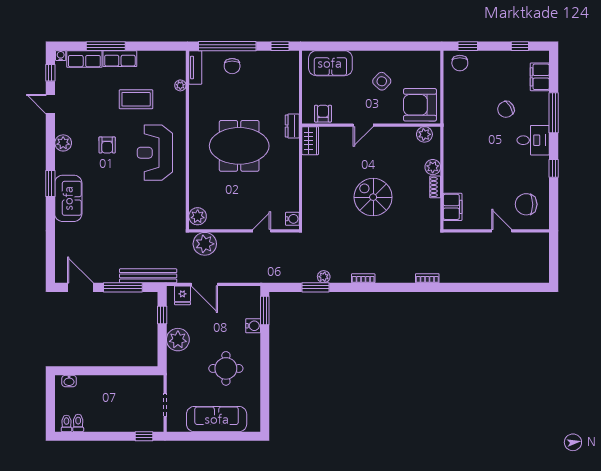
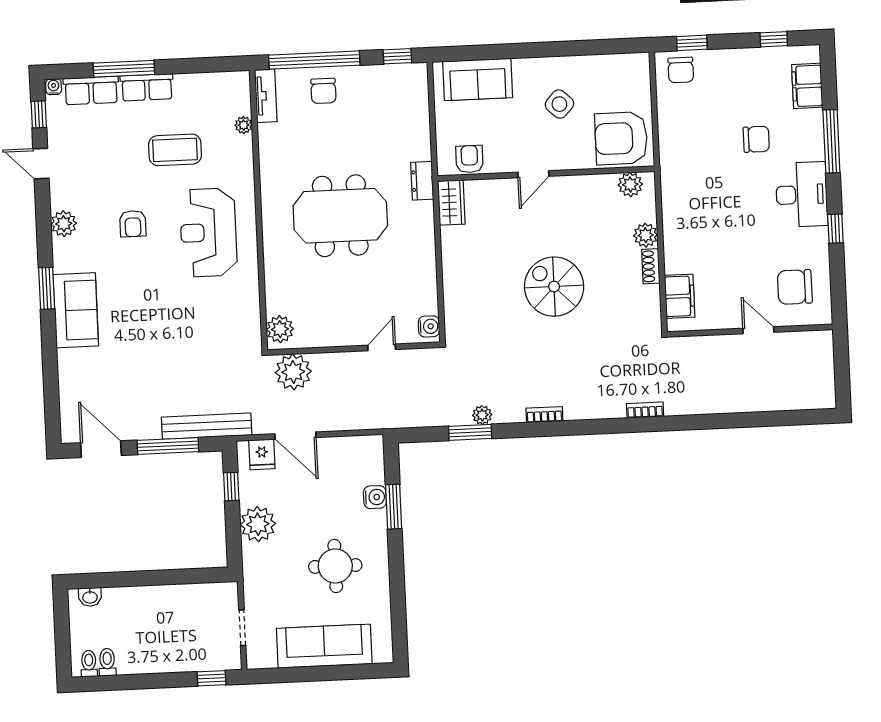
chair: (506, 109) -> (756, 139), turned -150
desk: (533, 140) -> (802, 195), width x1.37
window: (265, 311) -> (394, 507), moved

